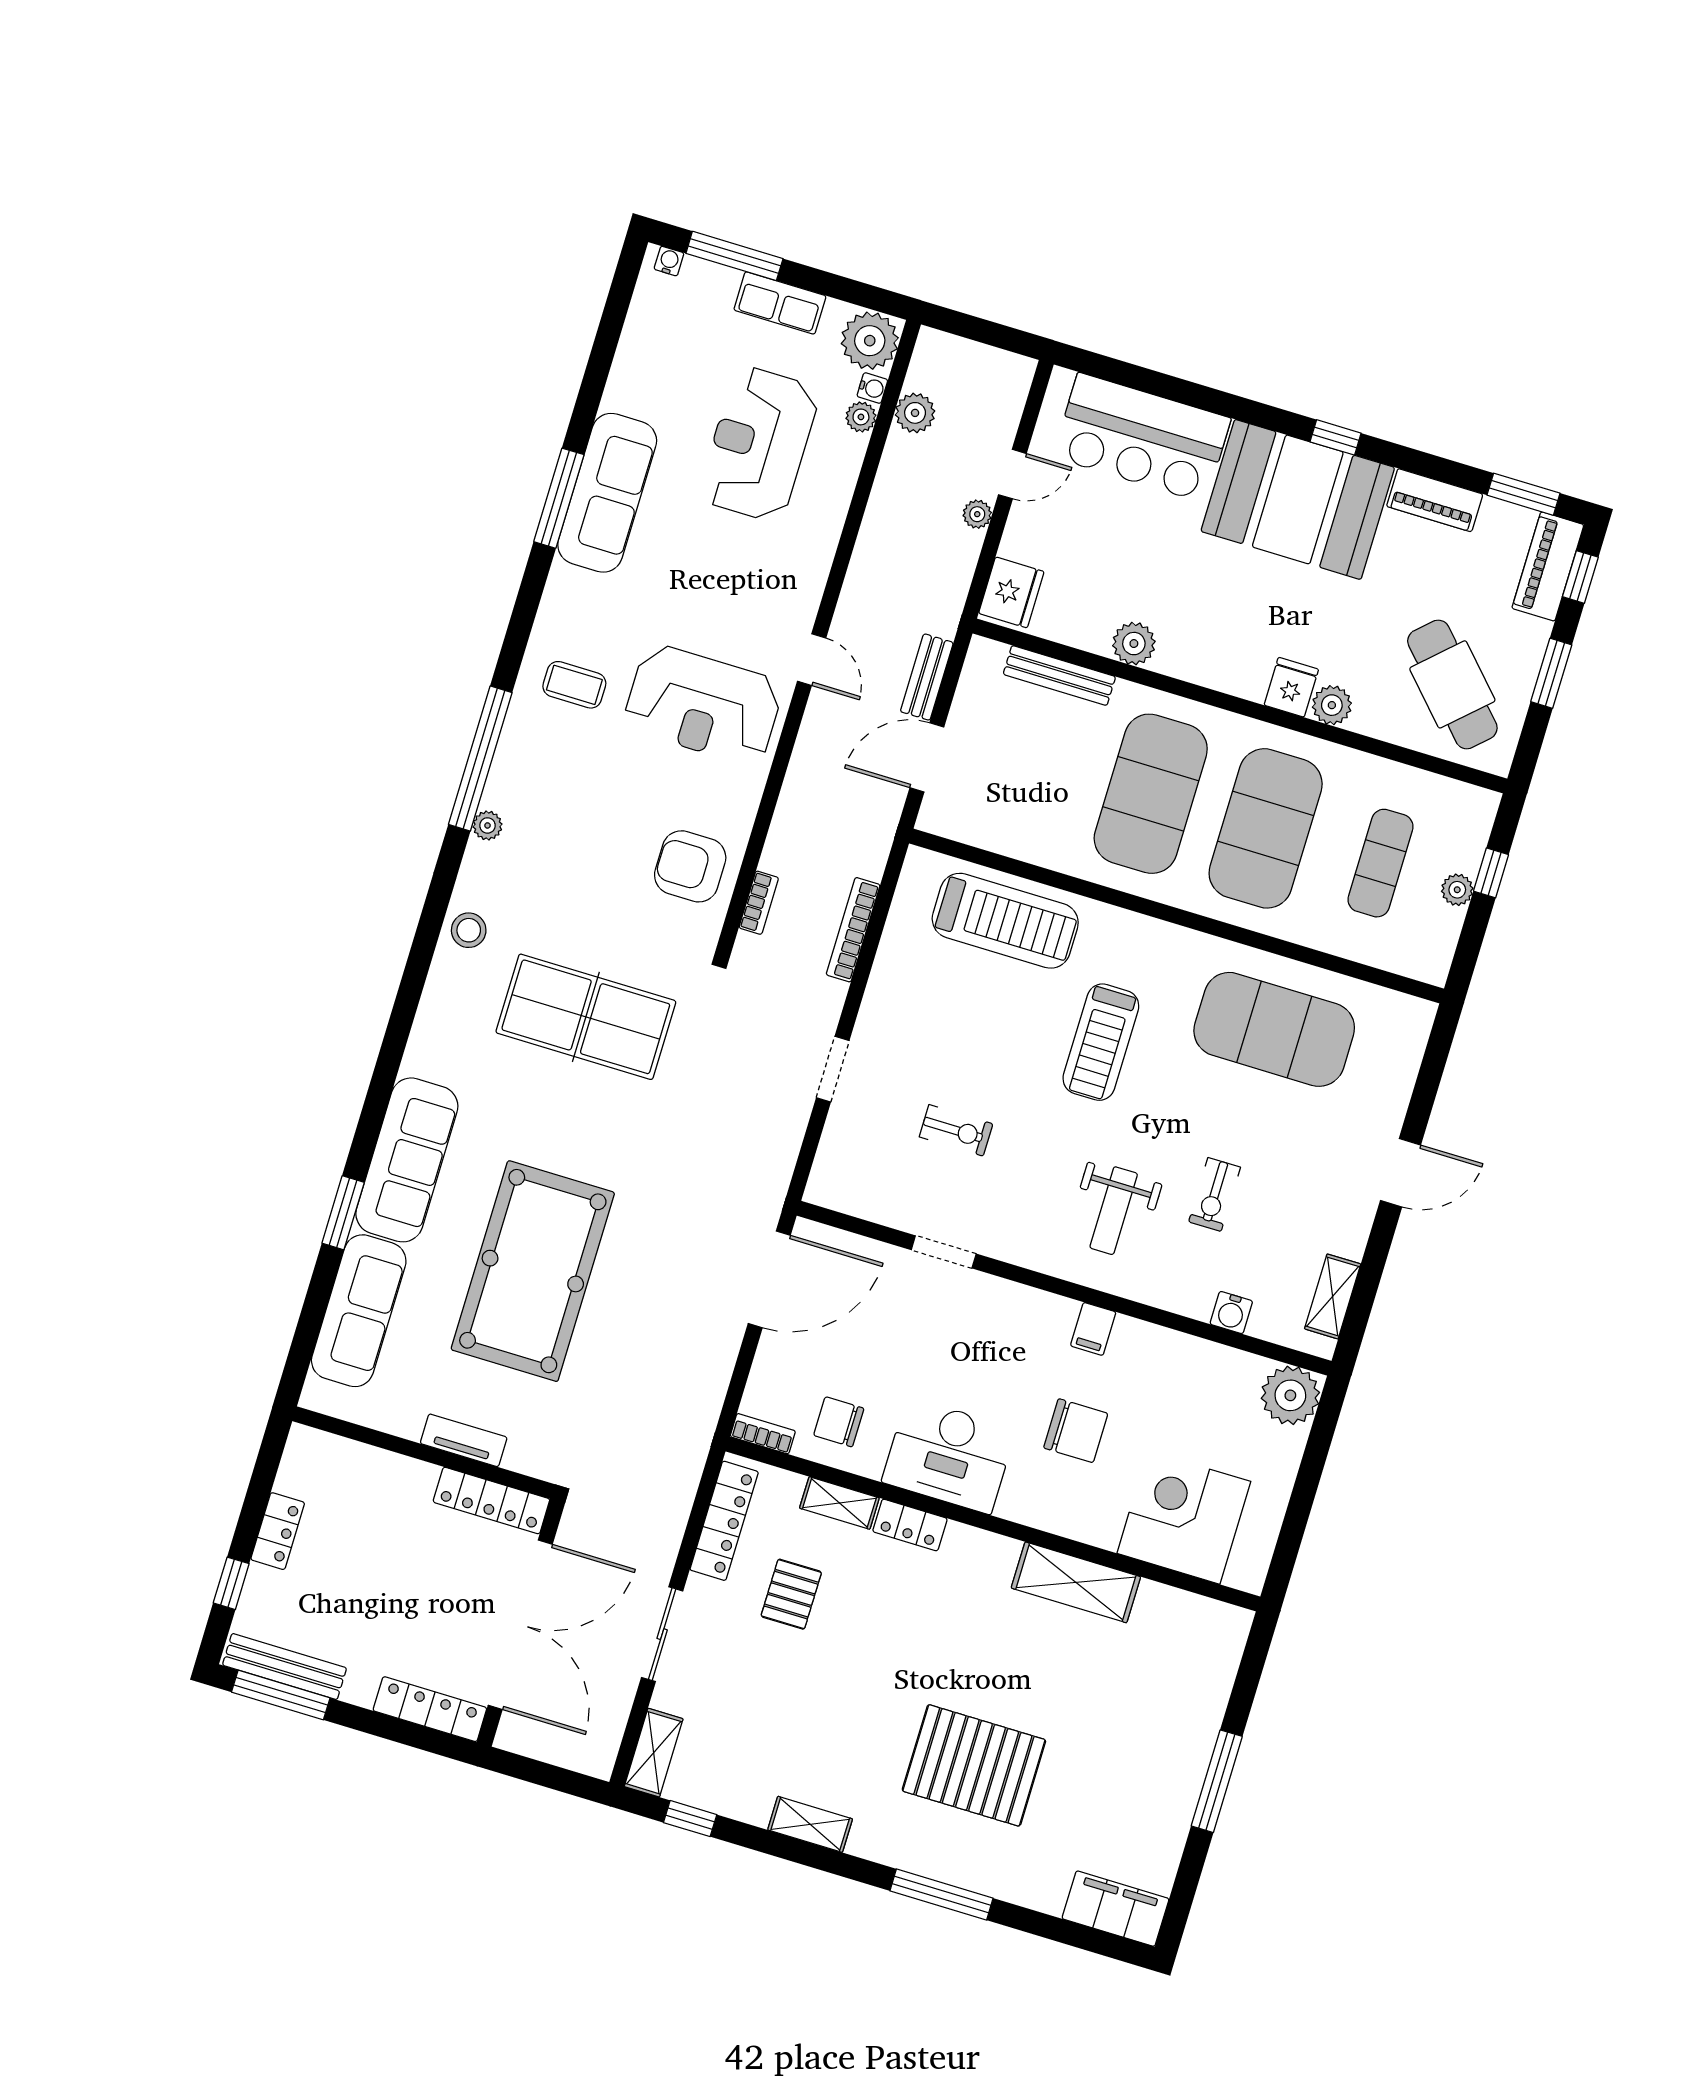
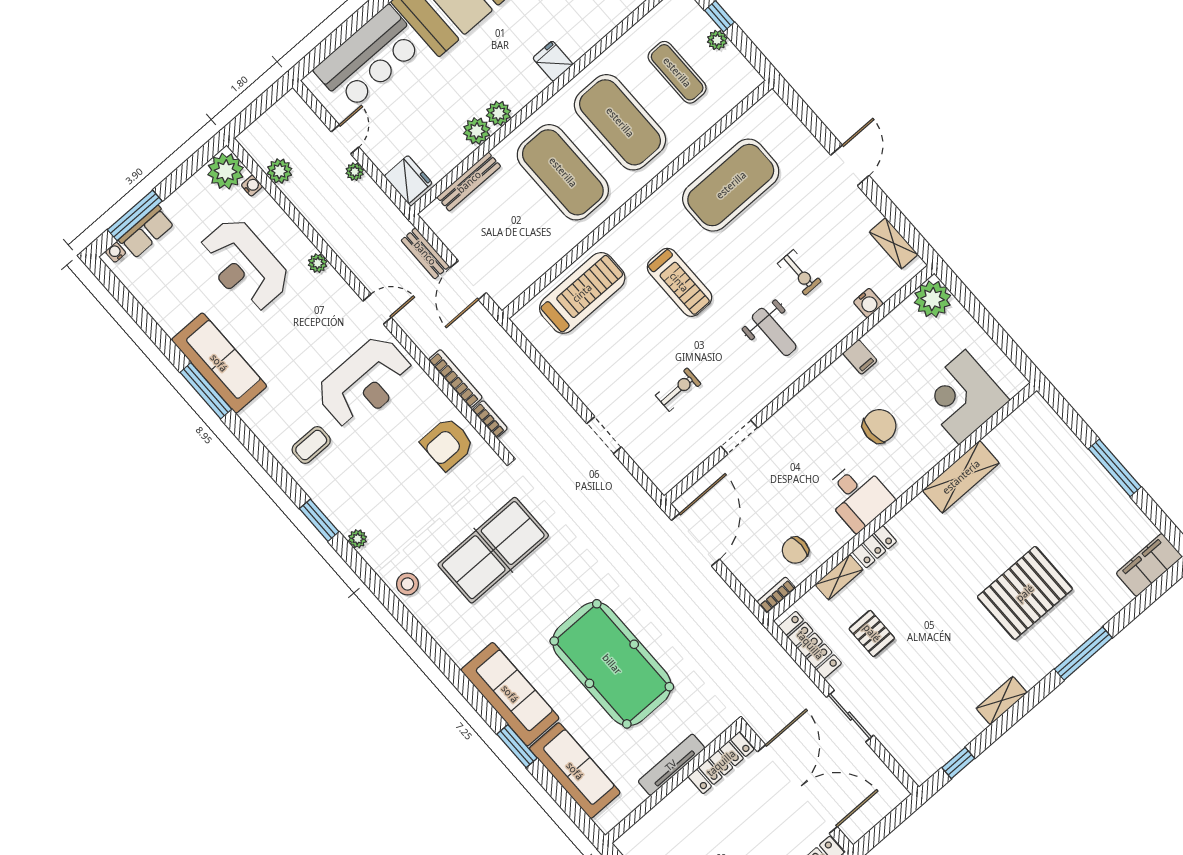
row of seats: (780, 303) -> (146, 232), moved
plant: (861, 417) -> (318, 263), moved
plant: (1332, 705) -> (498, 113), moved
window: (480, 758) -> (319, 520), width x0.47
bookcase: (853, 930) -> (455, 379), moved, turned 180
filing cabinet: (1093, 1329) -> (860, 357), moved
tv unit: (464, 1440) -> (671, 765), width x1.41
desk: (949, 1455) -> (858, 496), width x0.73
shelving: (654, 1753) -> (911, 760), removed

